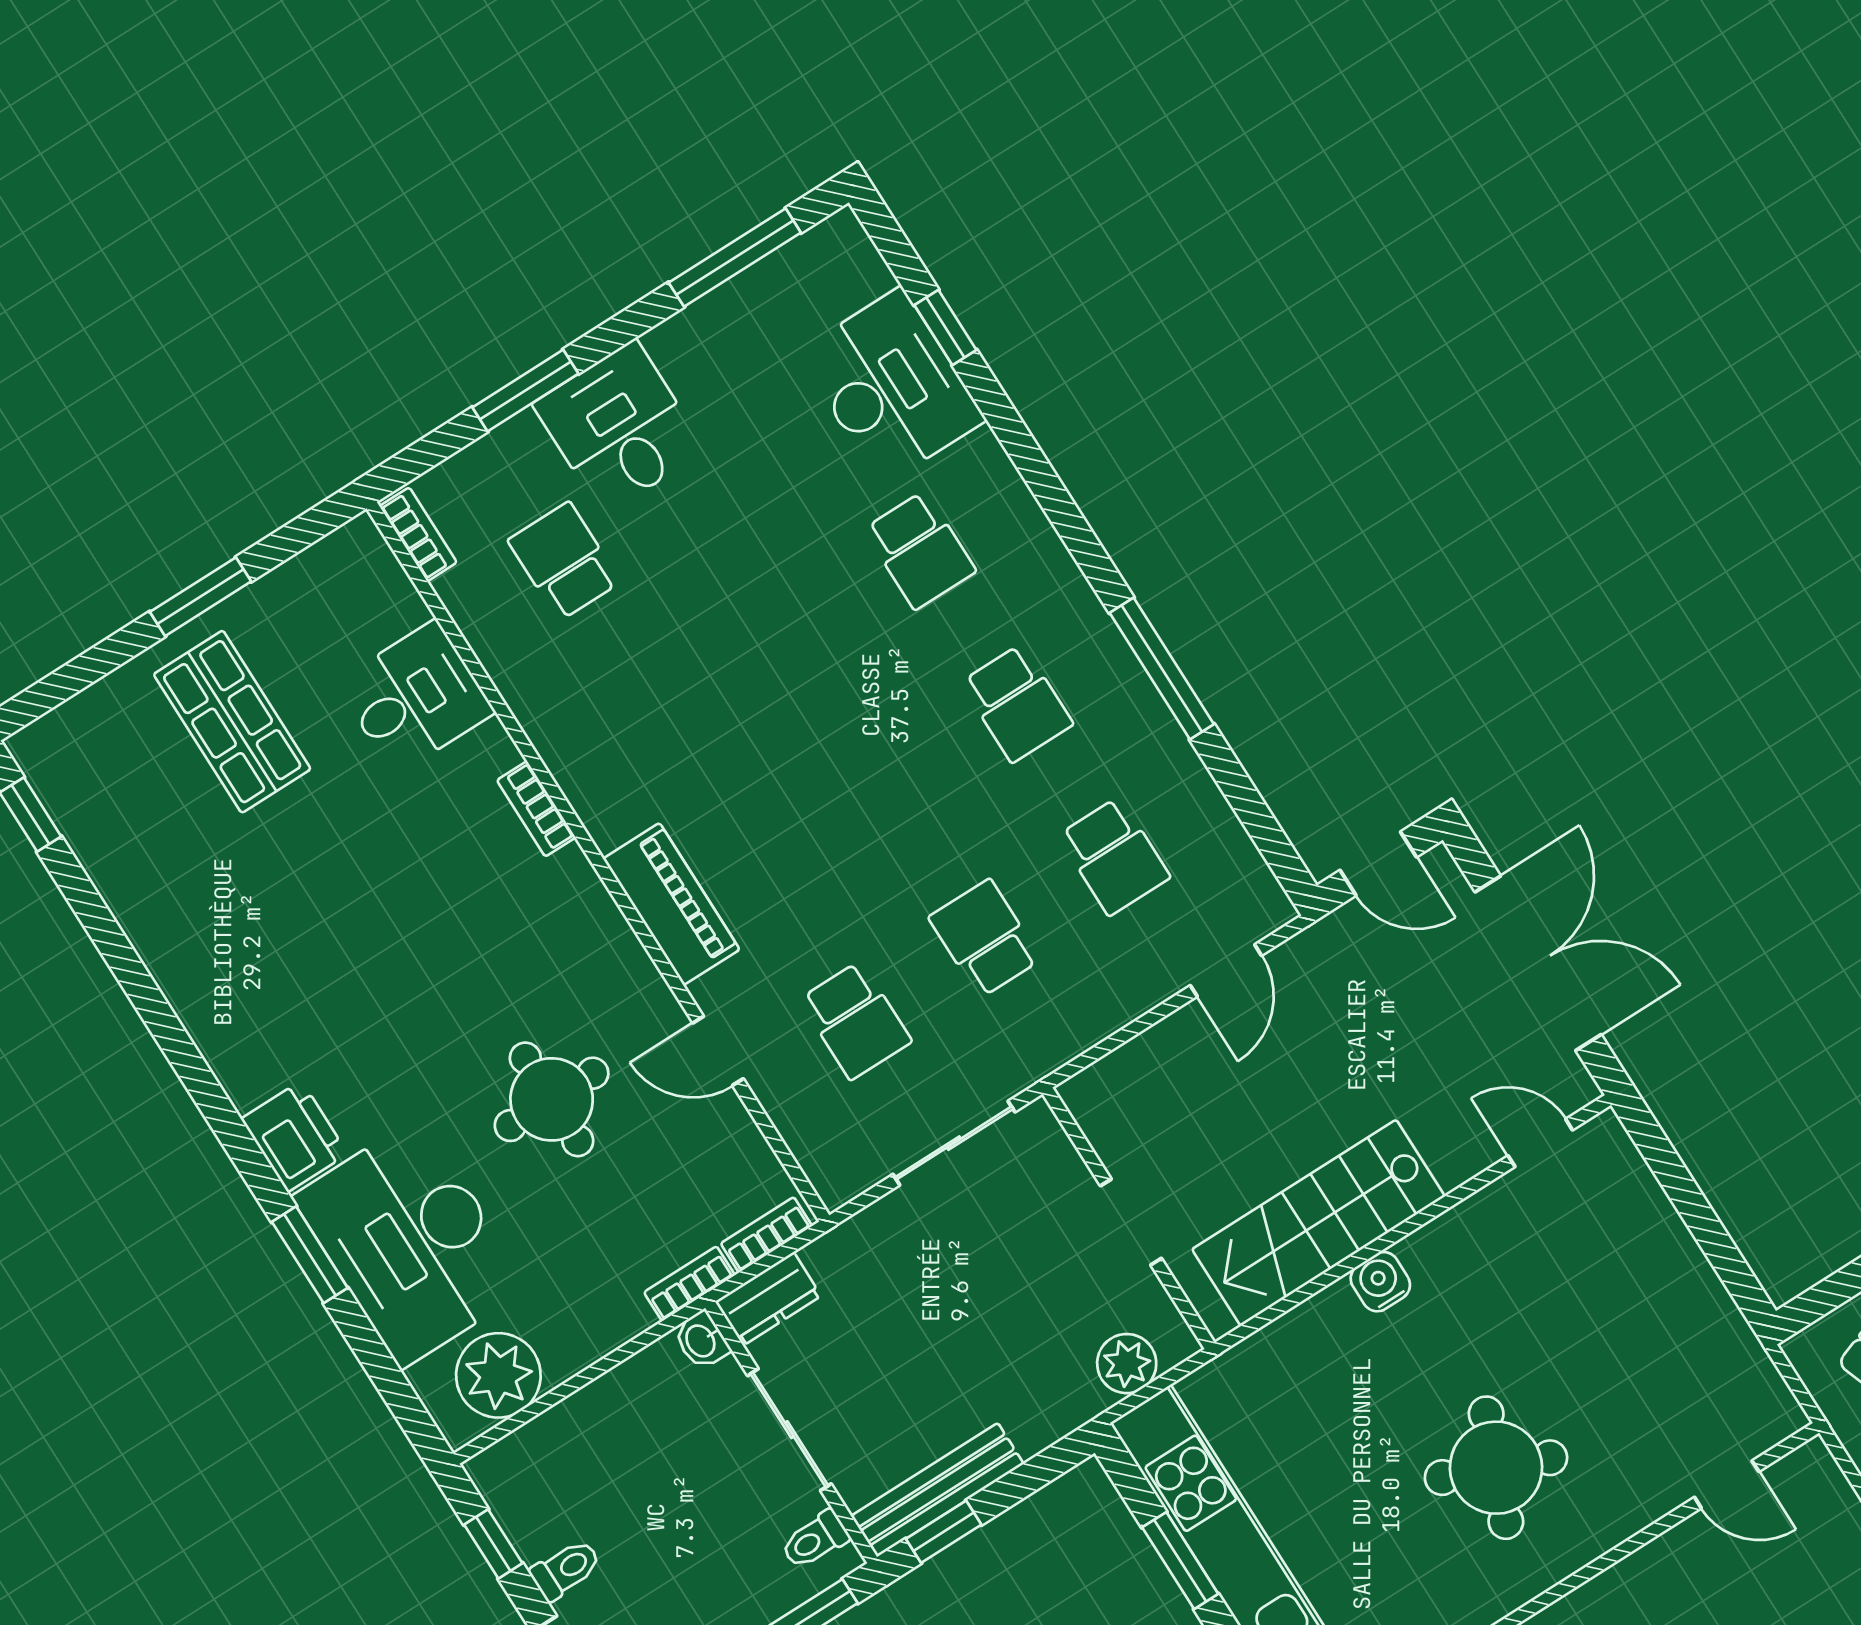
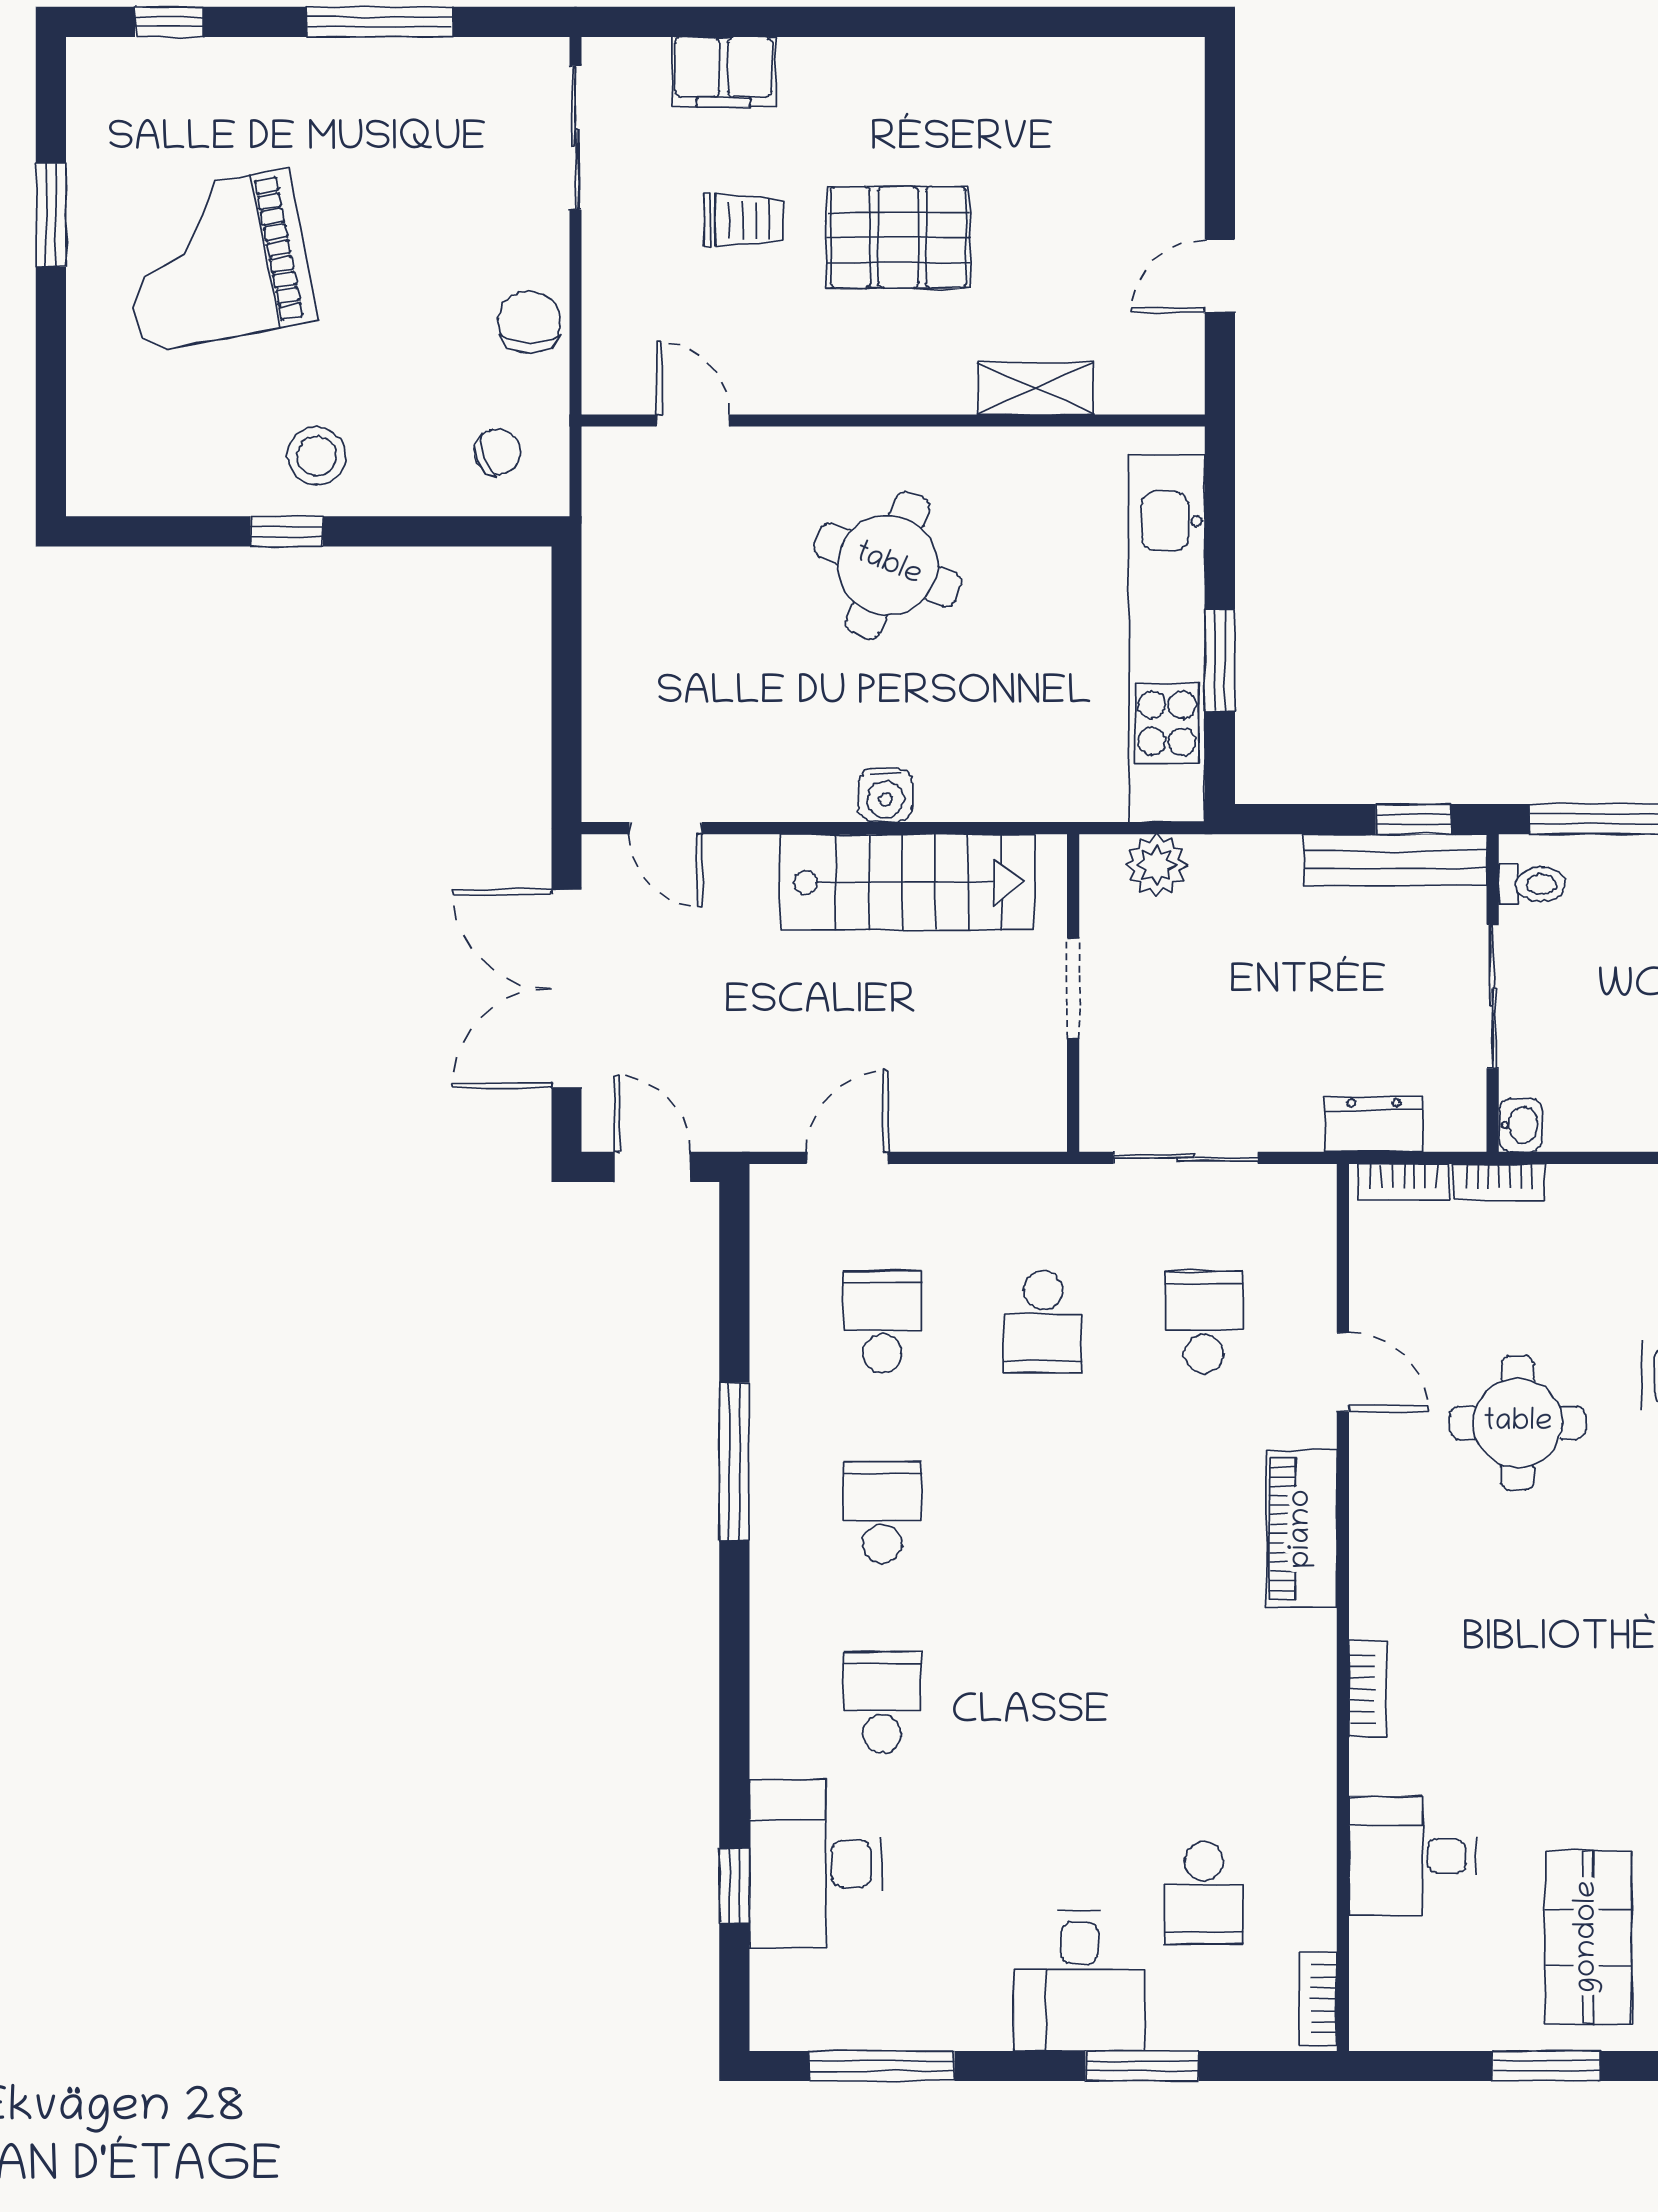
dresser: (768, 1299) -> (1374, 1124), moved

